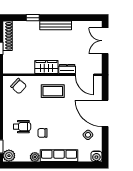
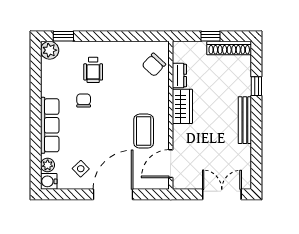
dresser: (67, 69) -> (179, 75), moved
coffee table: (53, 91) -> (144, 131), moved
plant: (35, 157) -> (48, 165), moved

